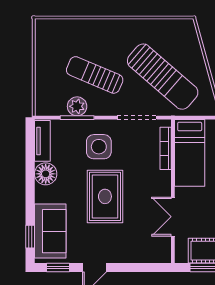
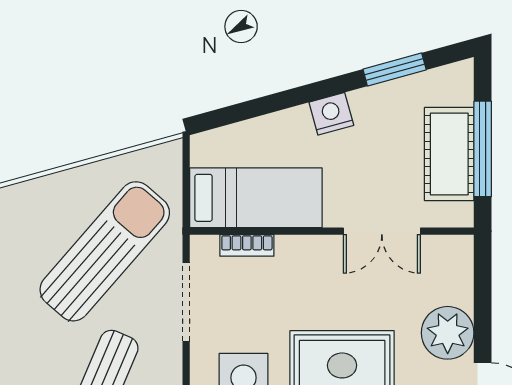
bookcase: (166, 148) -> (247, 245), width x0.64
plant: (121, 250) -> (448, 333), added

